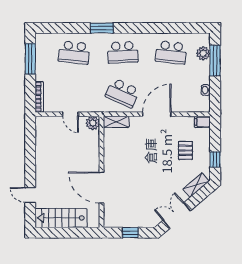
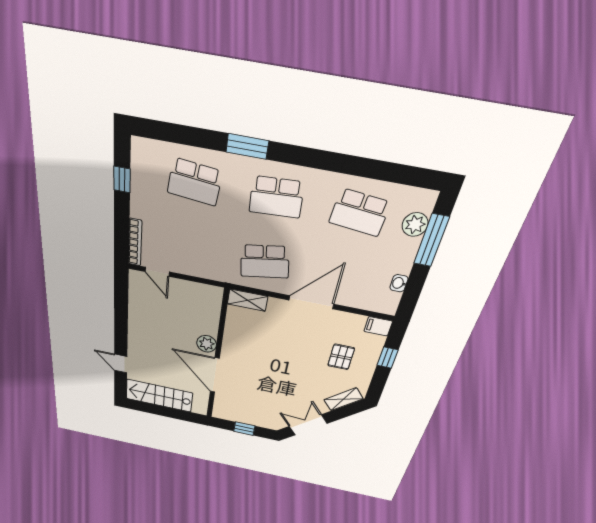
window: (30, 59) -> (122, 180), width x0.46
school desk: (123, 93) -> (265, 262), turned -33
door: (71, 114) -> (157, 272), moved
plant: (93, 123) -> (207, 344), moved
window: (215, 160) -> (388, 358), moved

